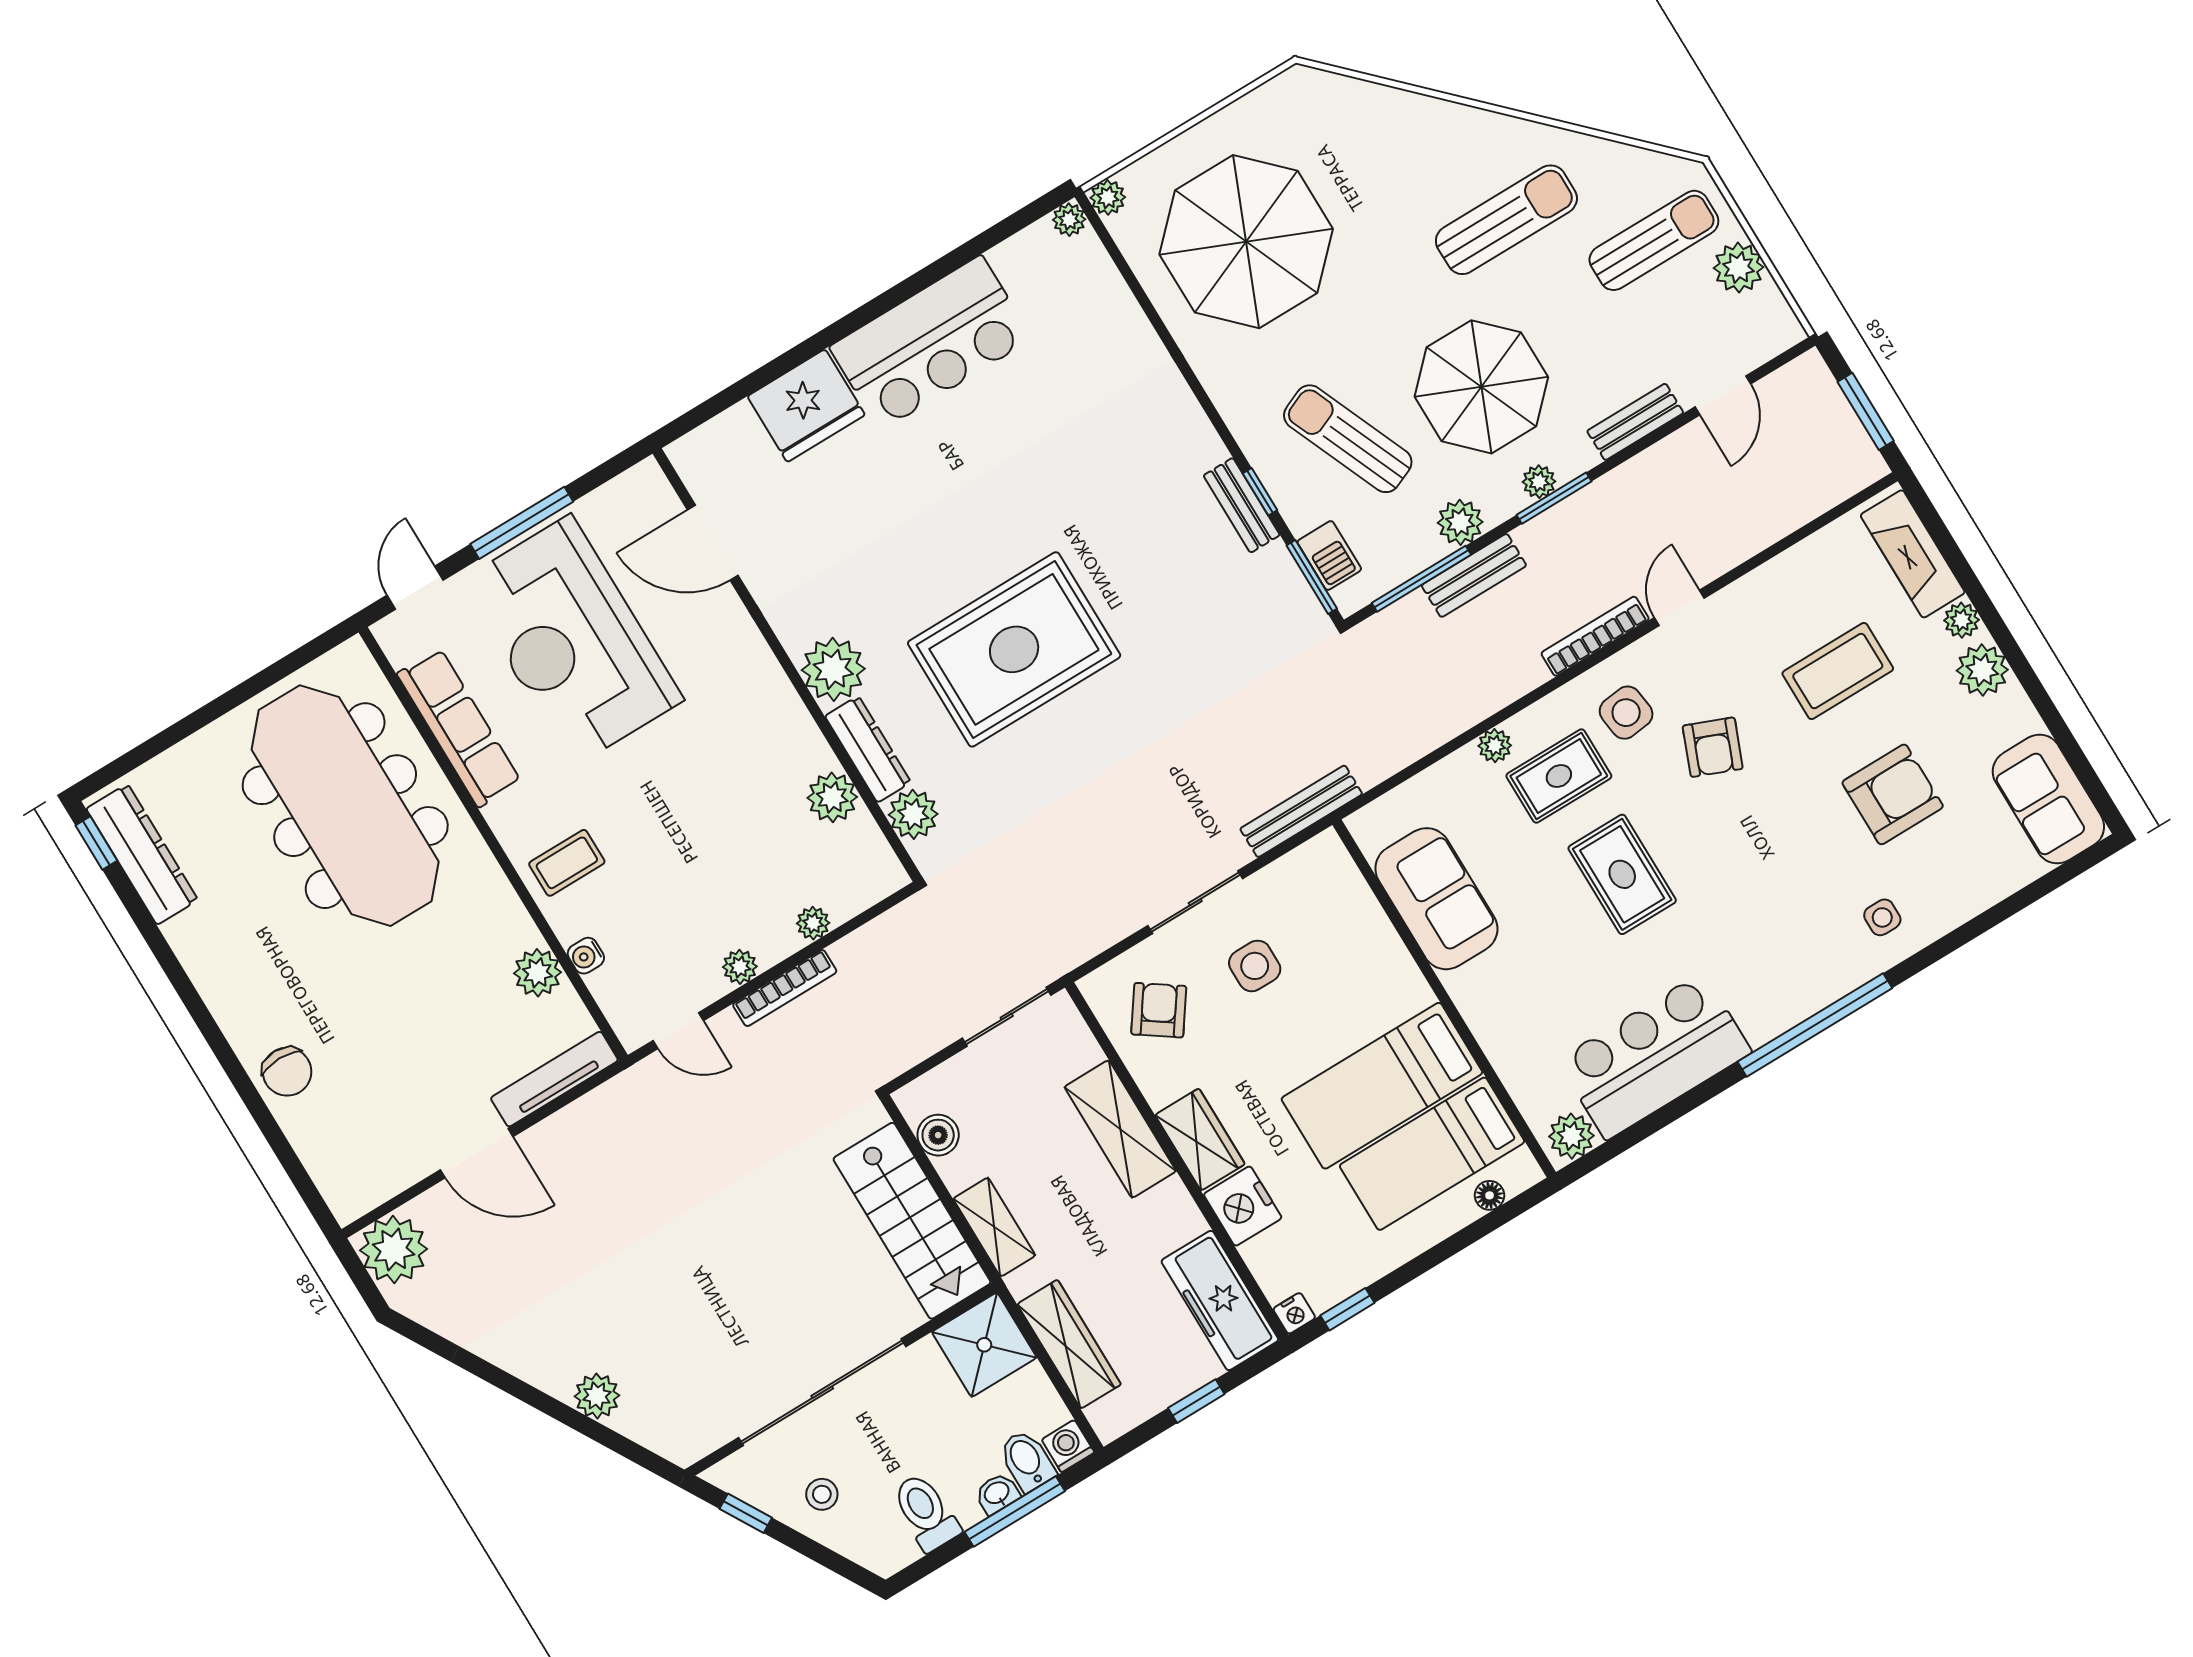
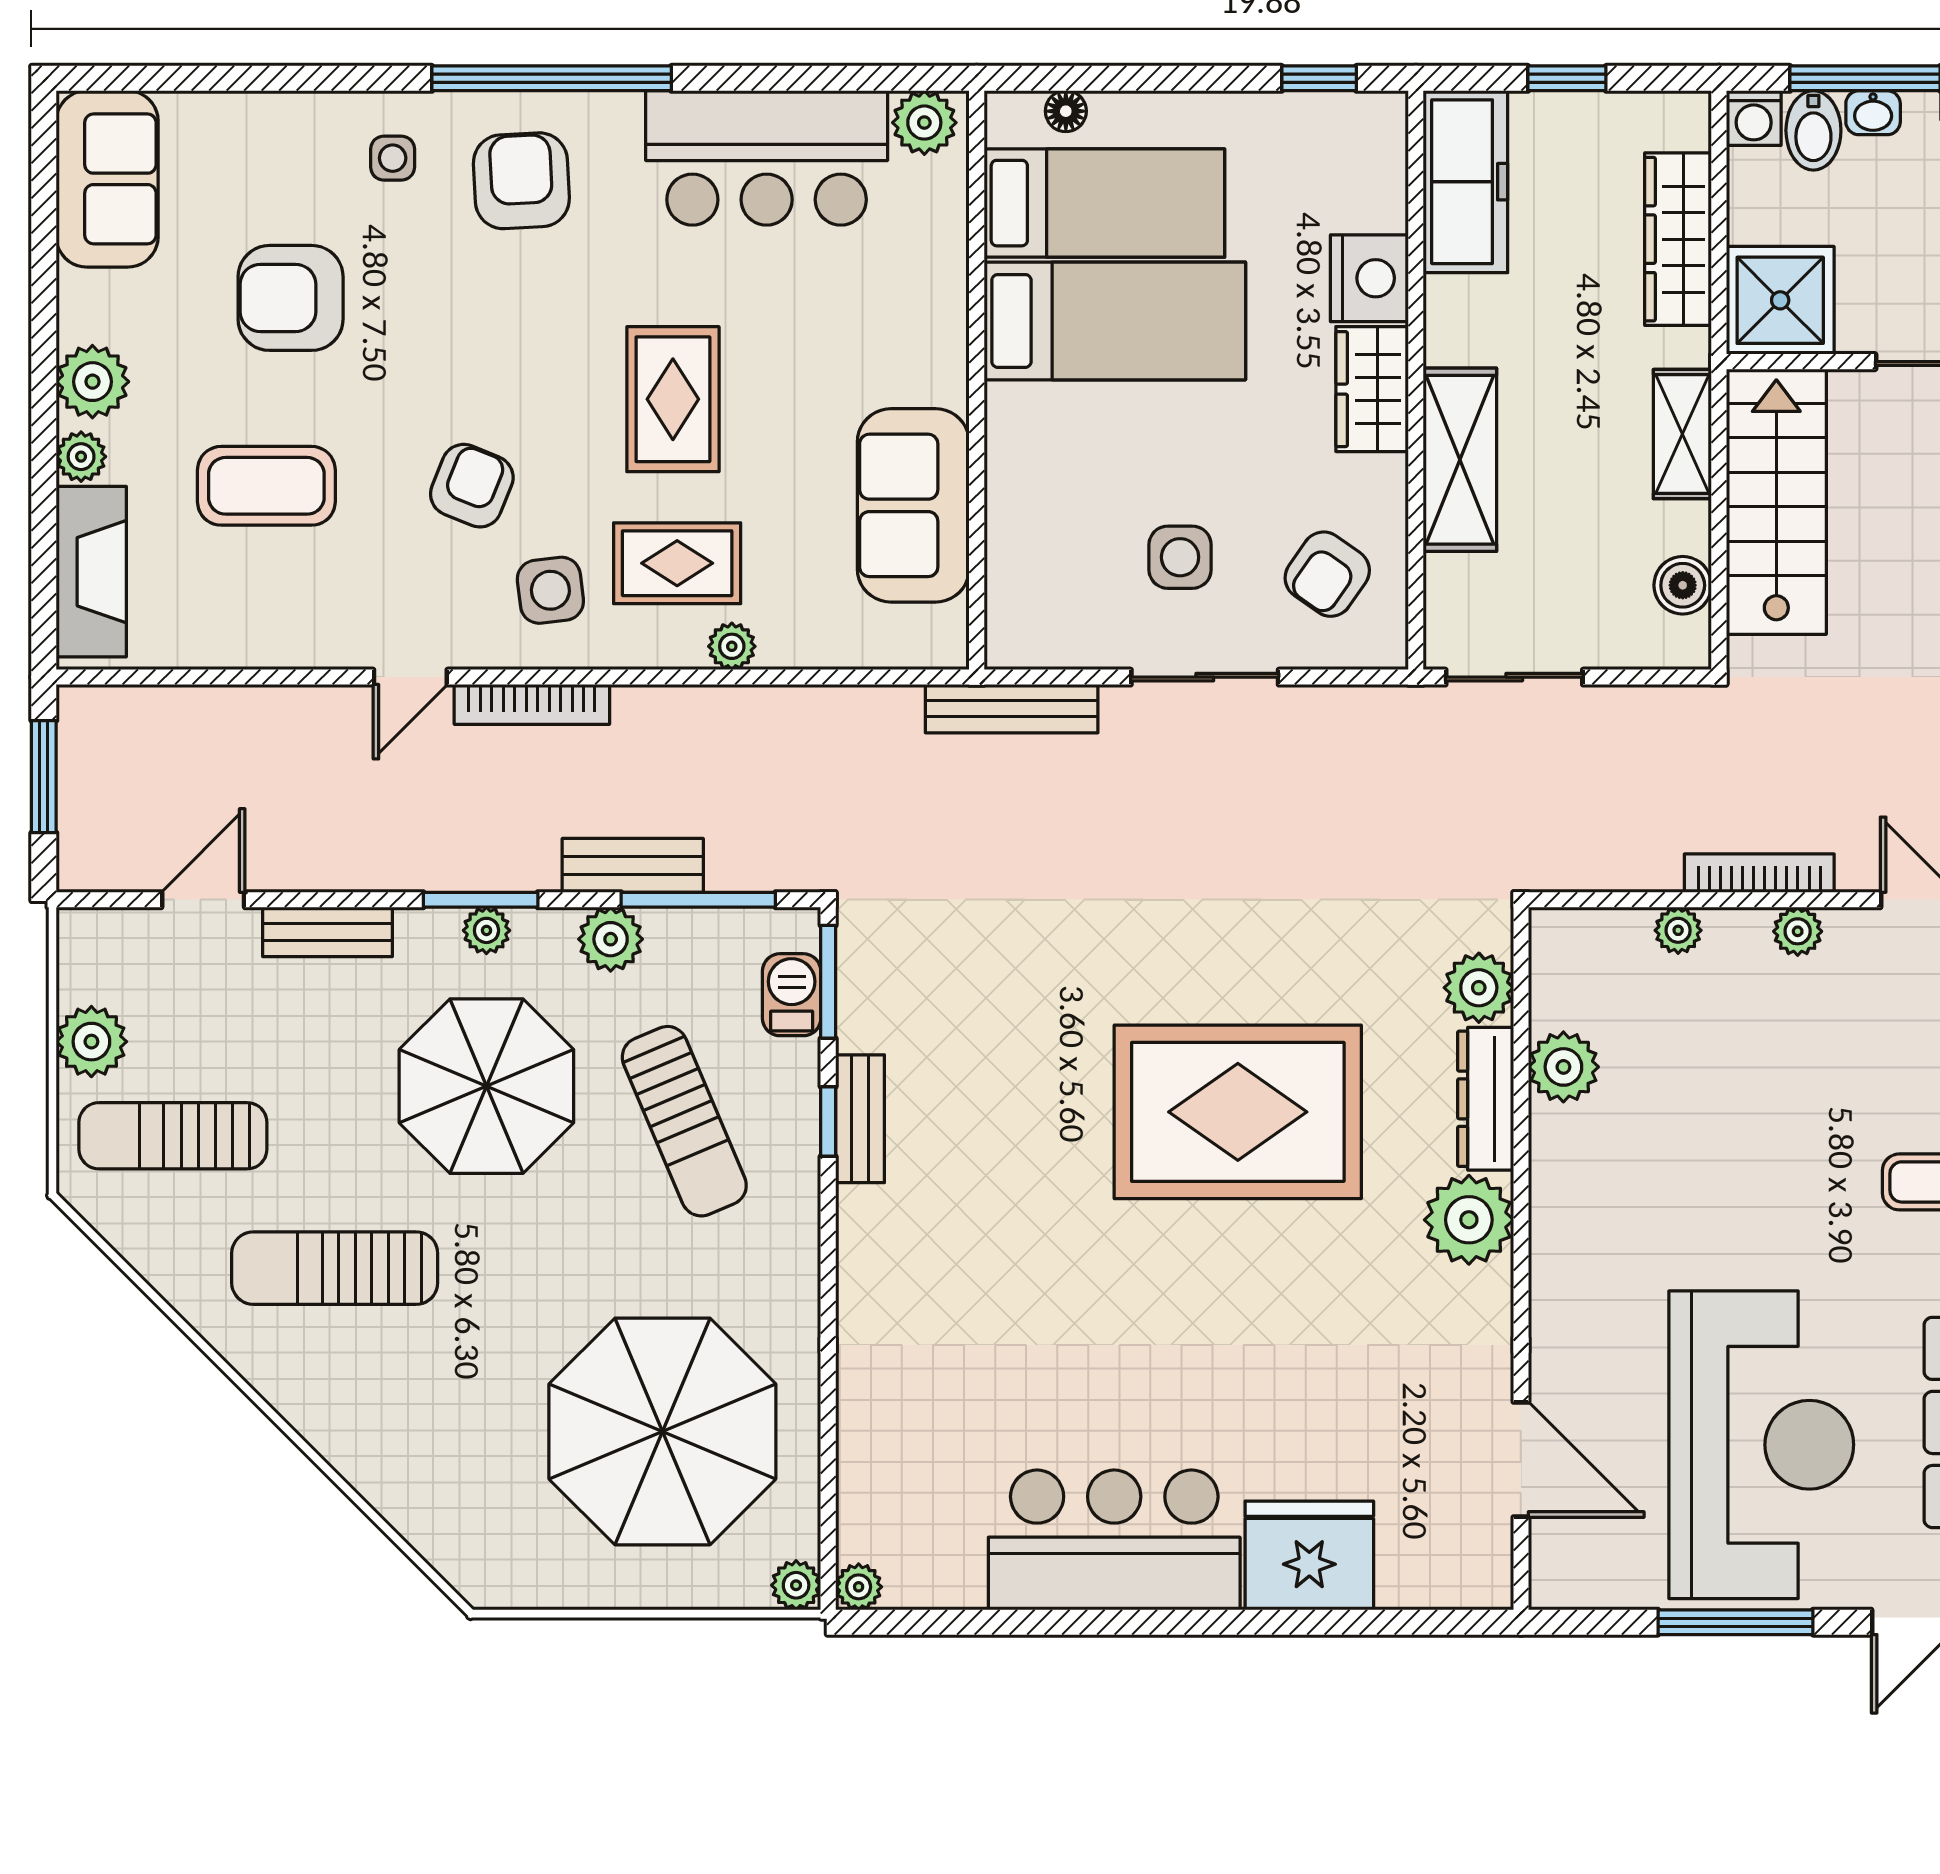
armchair: (1795, 951) -> (521, 181), added
nightstand: (1294, 1313) -> (1386, 112), removed

